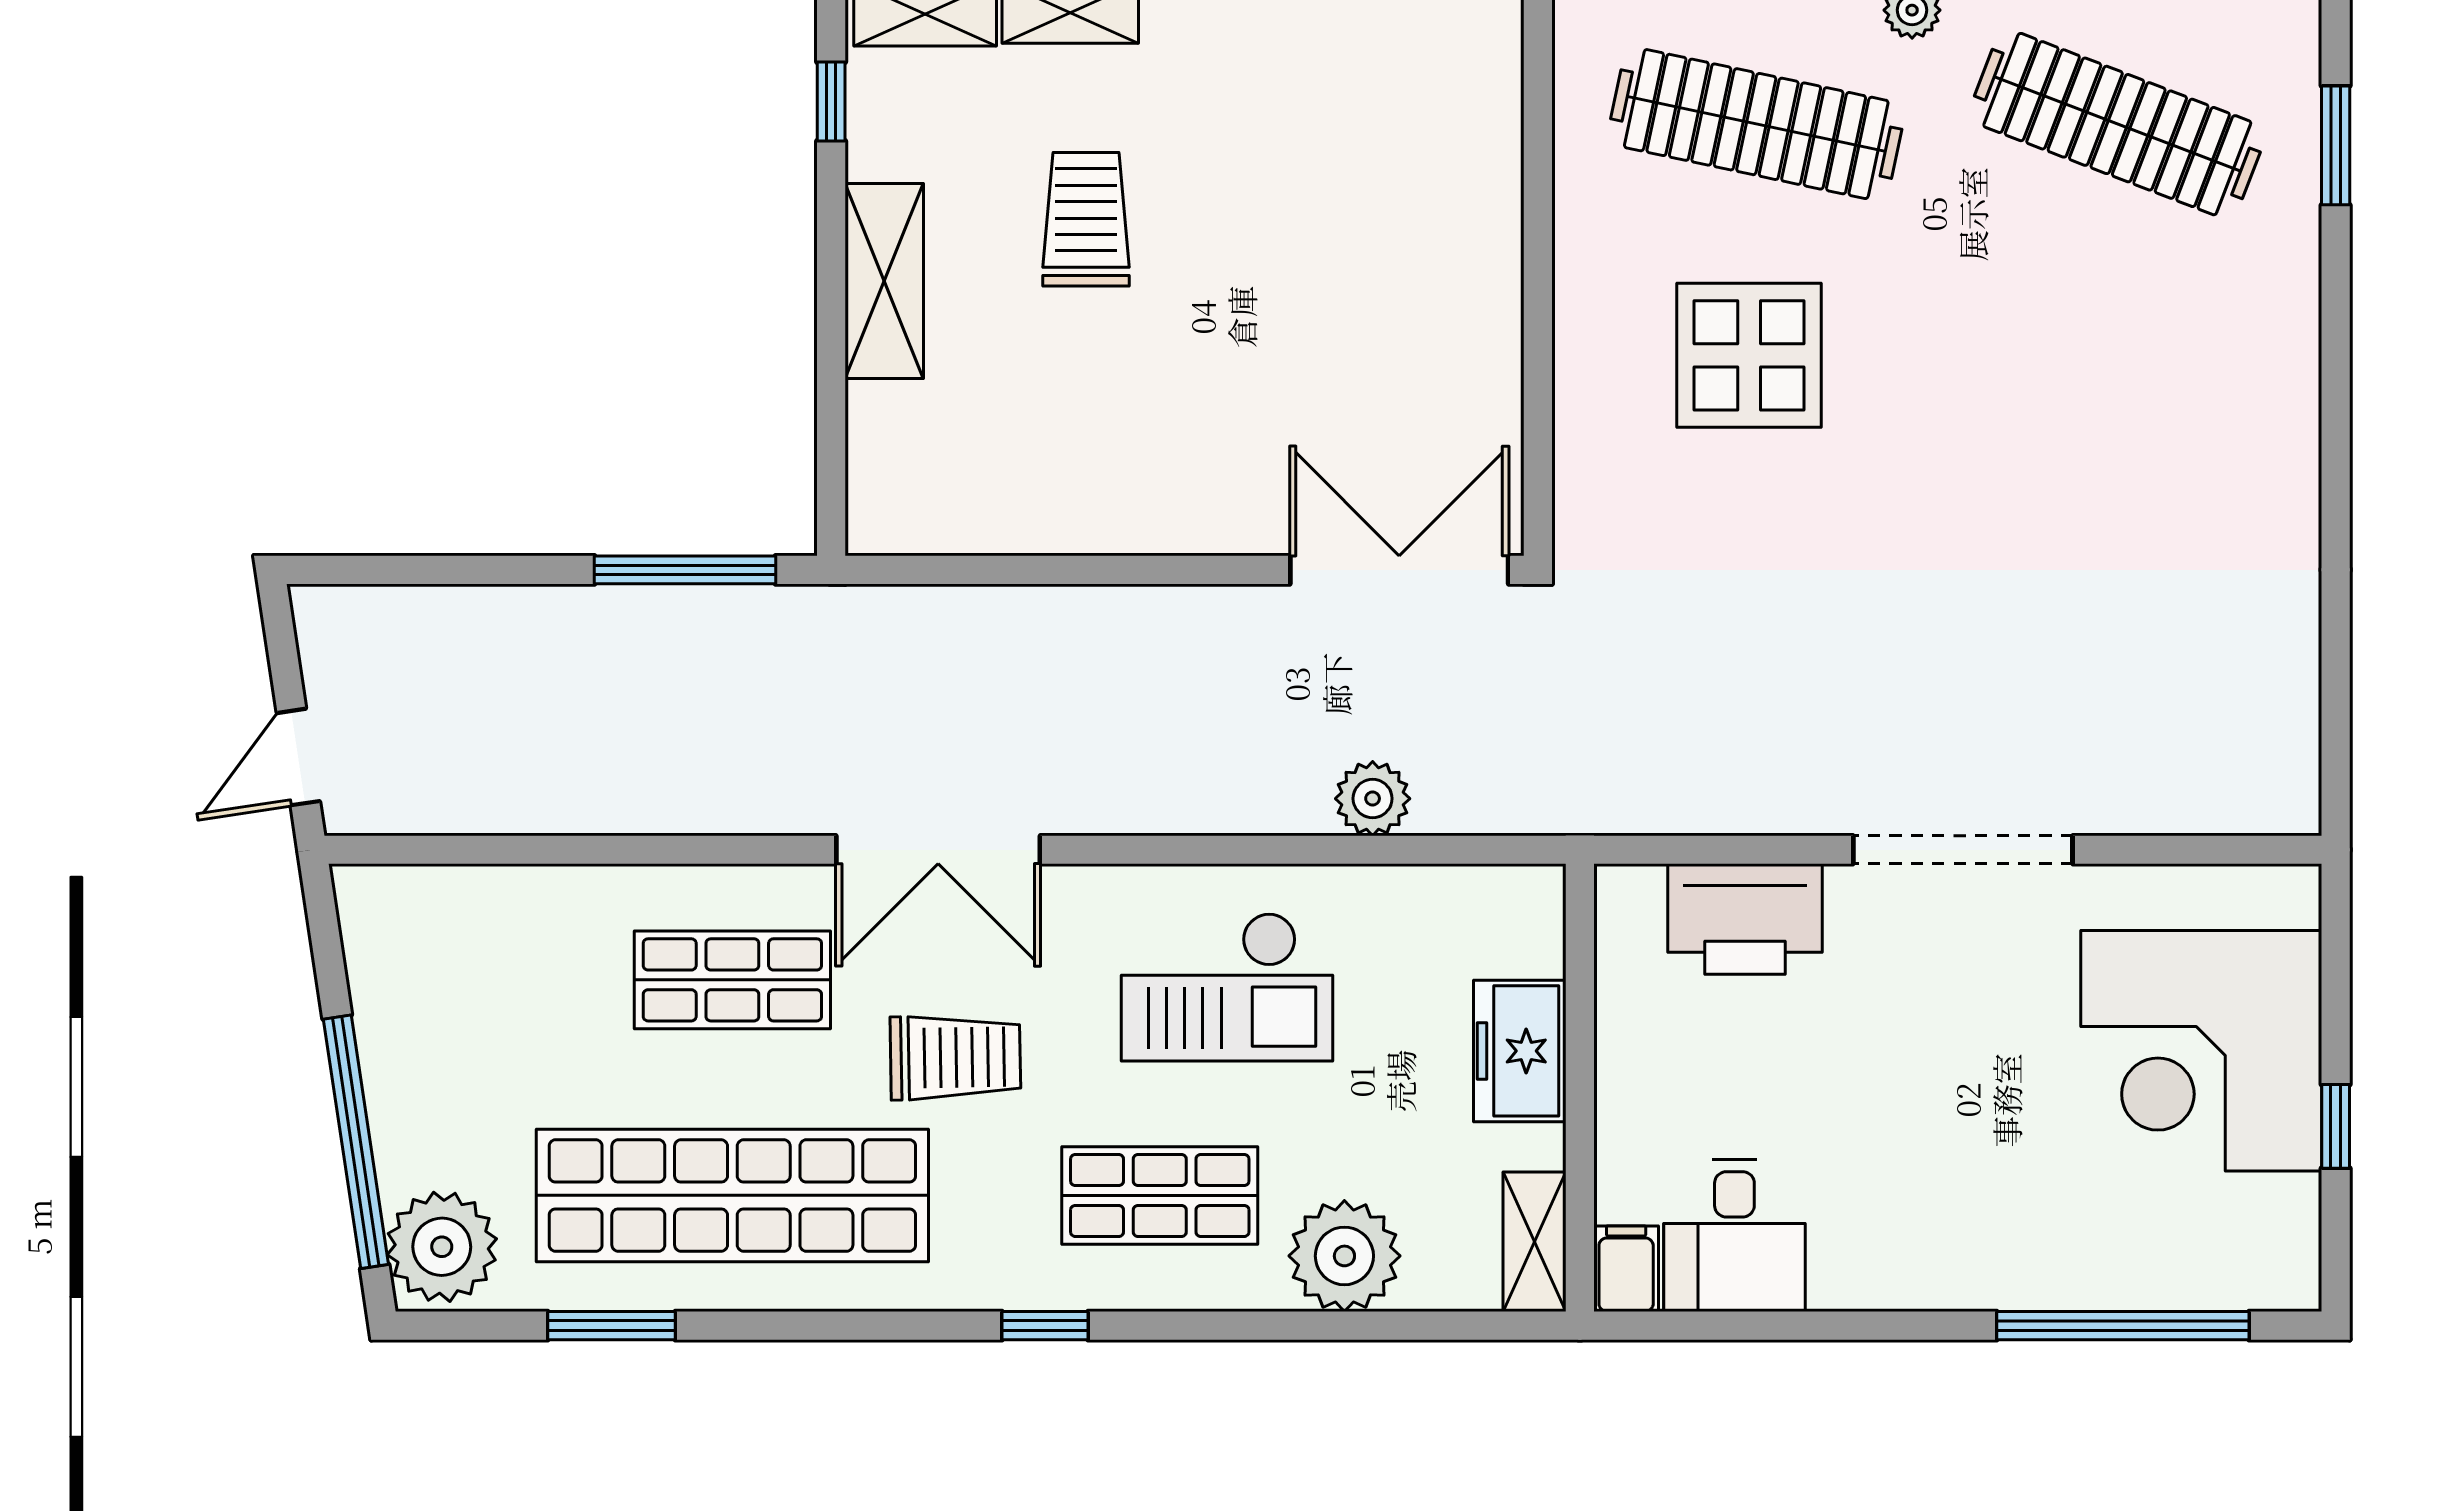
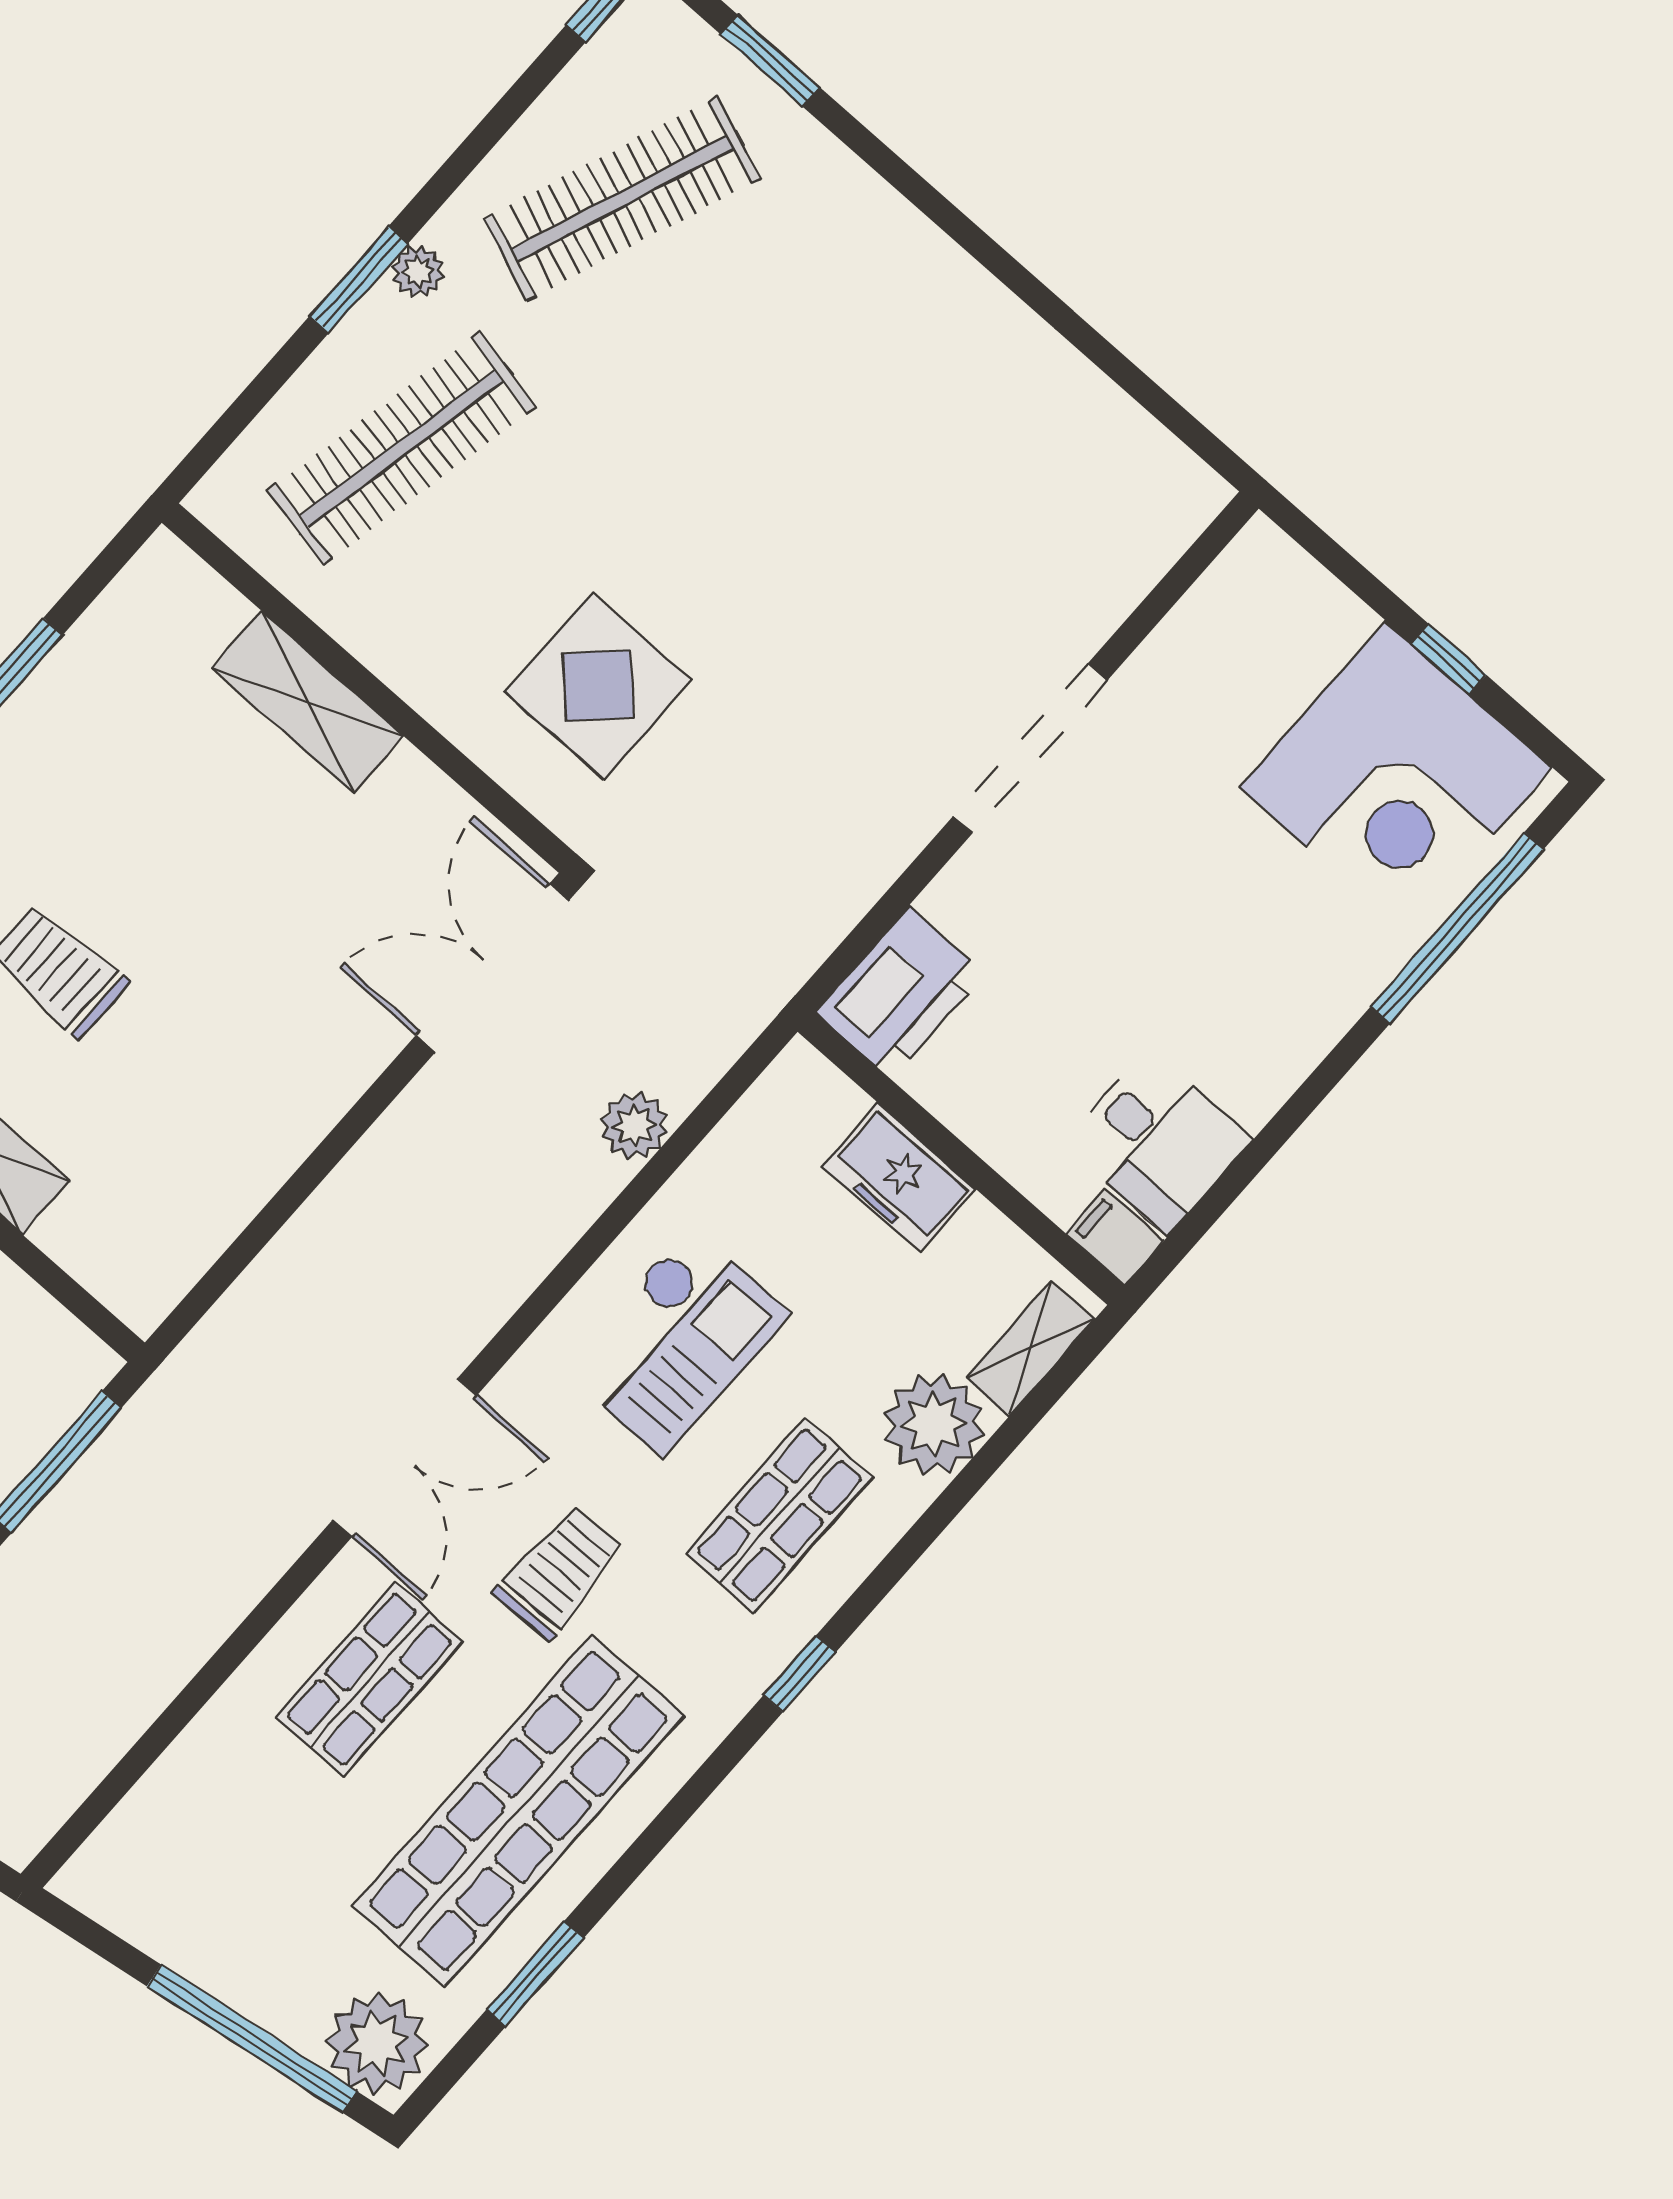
shelving: (1483, 229) -> (308, 702), added
display table: (1749, 355) -> (598, 686), moved
printer: (1745, 919) -> (900, 993), moved
corner desk: (2201, 1051) -> (1396, 778), moved
shelving: (1534, 1242) -> (1031, 1348), moved, turned 90

